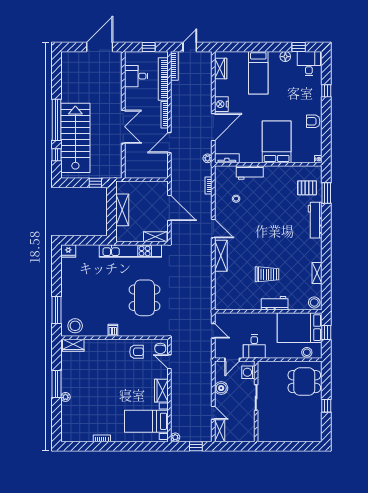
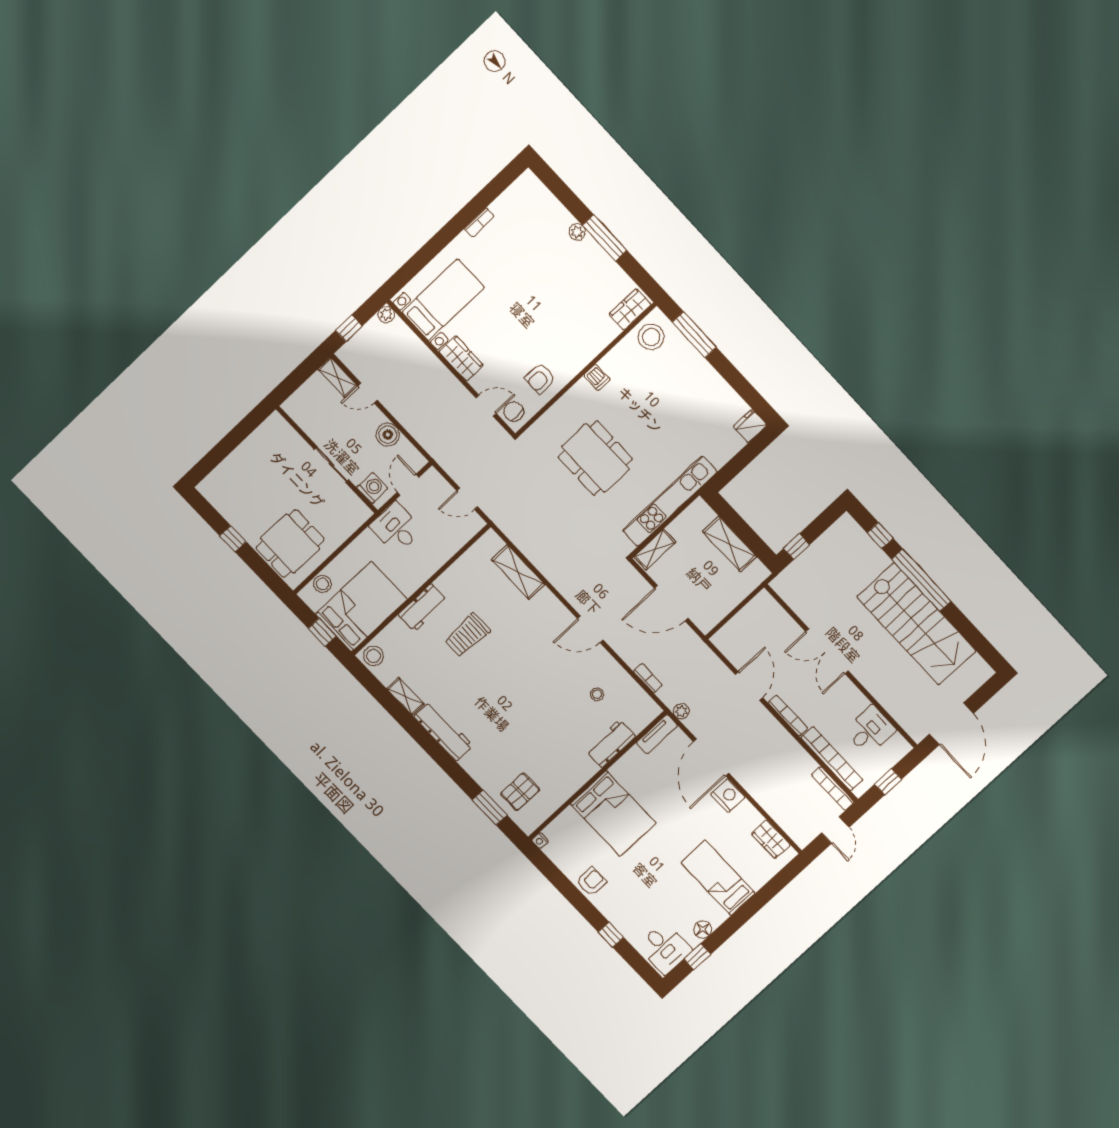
stairs: (75, 138) -> (916, 624), moved
workbench: (315, 220) -> (443, 731), moved
shelving: (221, 256) -> (518, 572), moved

